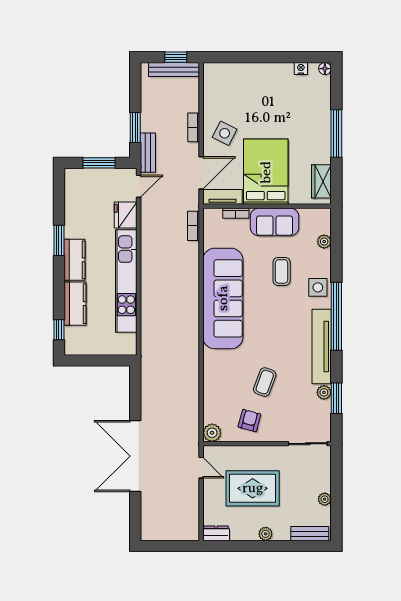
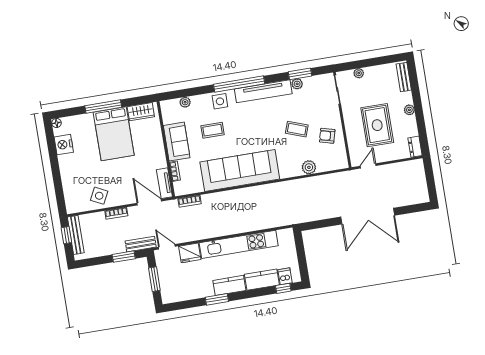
nightstand: (301, 68) -> (64, 145), width x1.89, depth x1.79
side table: (225, 133) -> (99, 196), moved
bed: (266, 172) -> (114, 134), moved, turned -90
dishwasher: (74, 335) -> (285, 276), added
plant: (212, 433) -> (309, 167), moved
plant: (325, 499) -> (359, 73), moved

